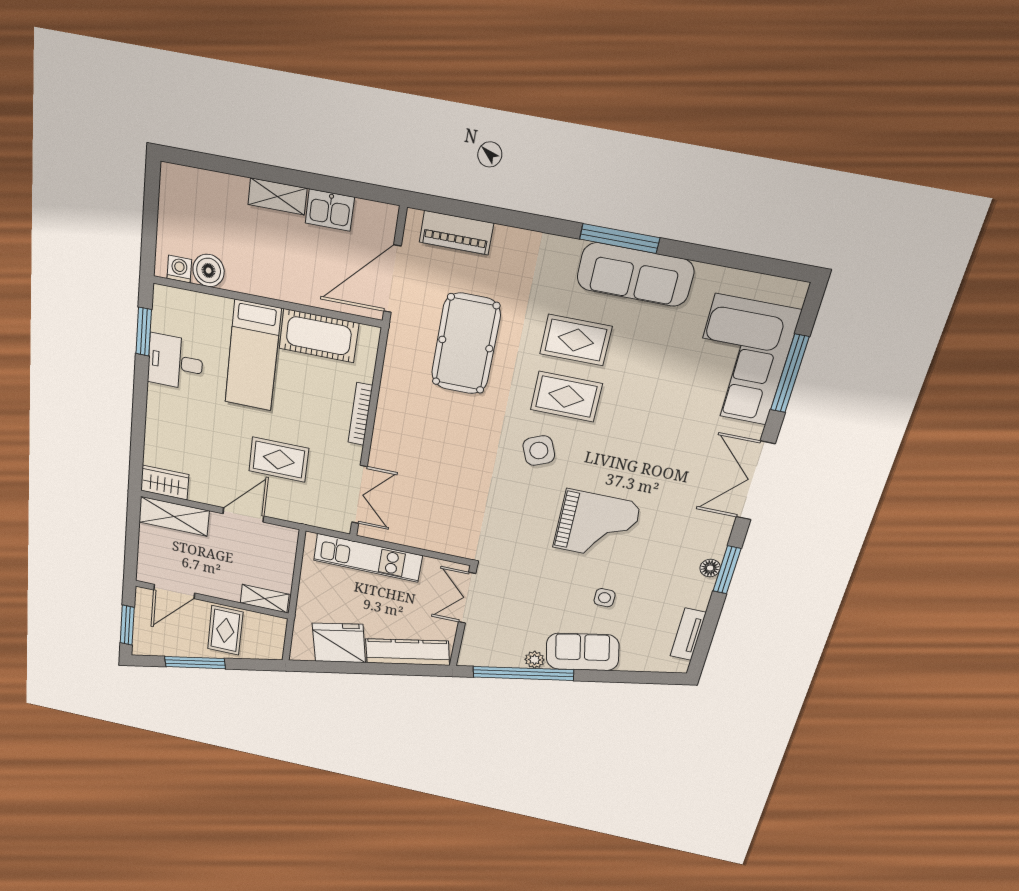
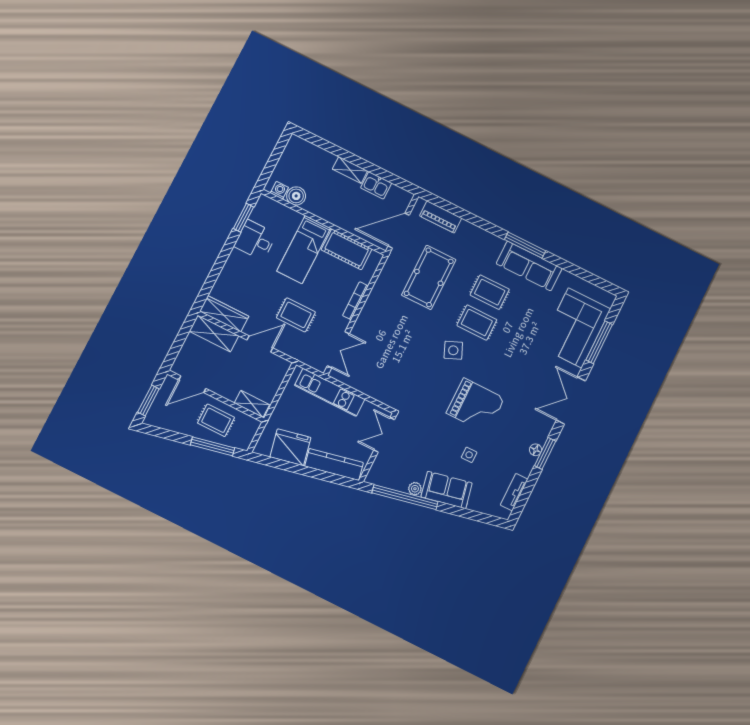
wardrobe: (165, 483) -> (224, 314), width x1.50
rug: (225, 630) -> (216, 420), turned 90
window: (195, 663) -> (213, 446), moved

